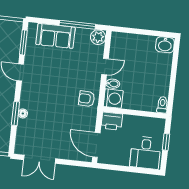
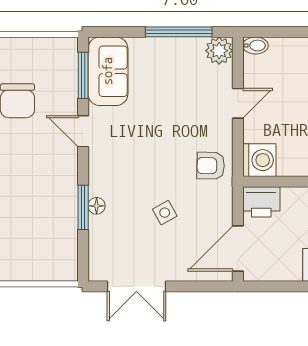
sofa: (56, 36) -> (108, 71), moved, turned -90
bidet: (113, 84) -> (255, 46), moved
side table: (59, 121) -> (165, 213), added
door: (96, 145) -> (238, 249), hinge flipped

